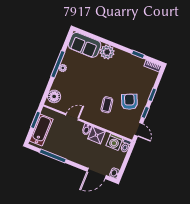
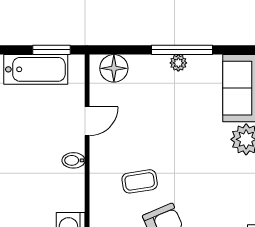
door: (72, 117) -> (87, 121), hinge flipped
shower: (96, 135) -> (70, 185), removed

